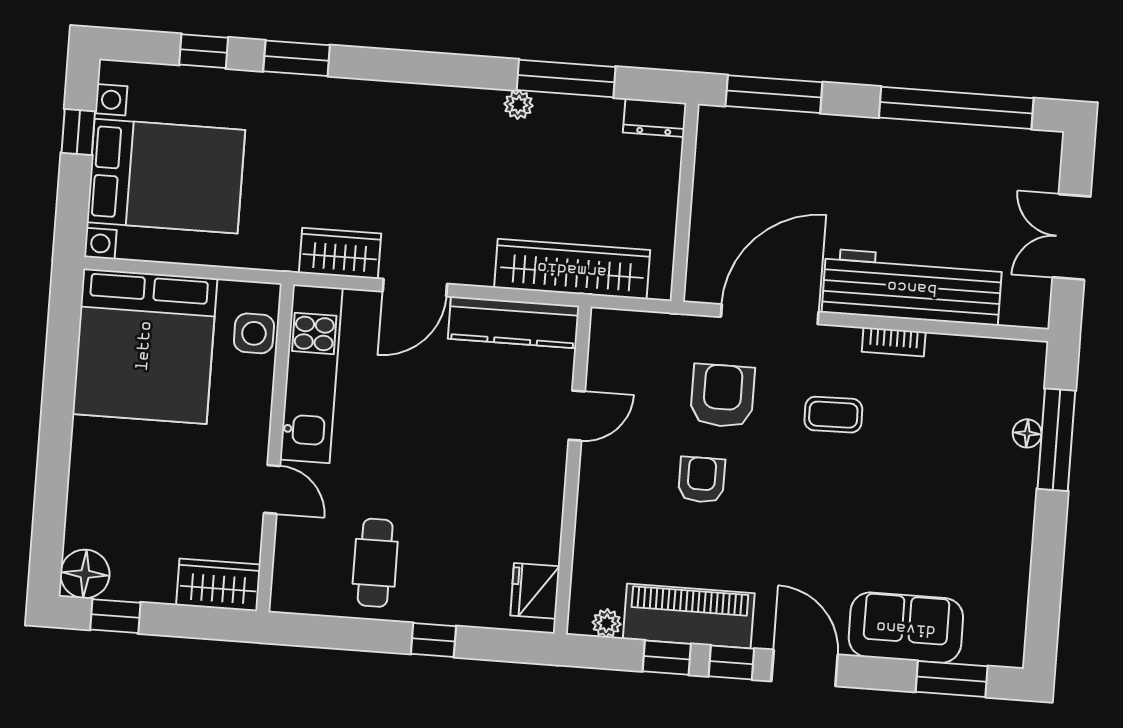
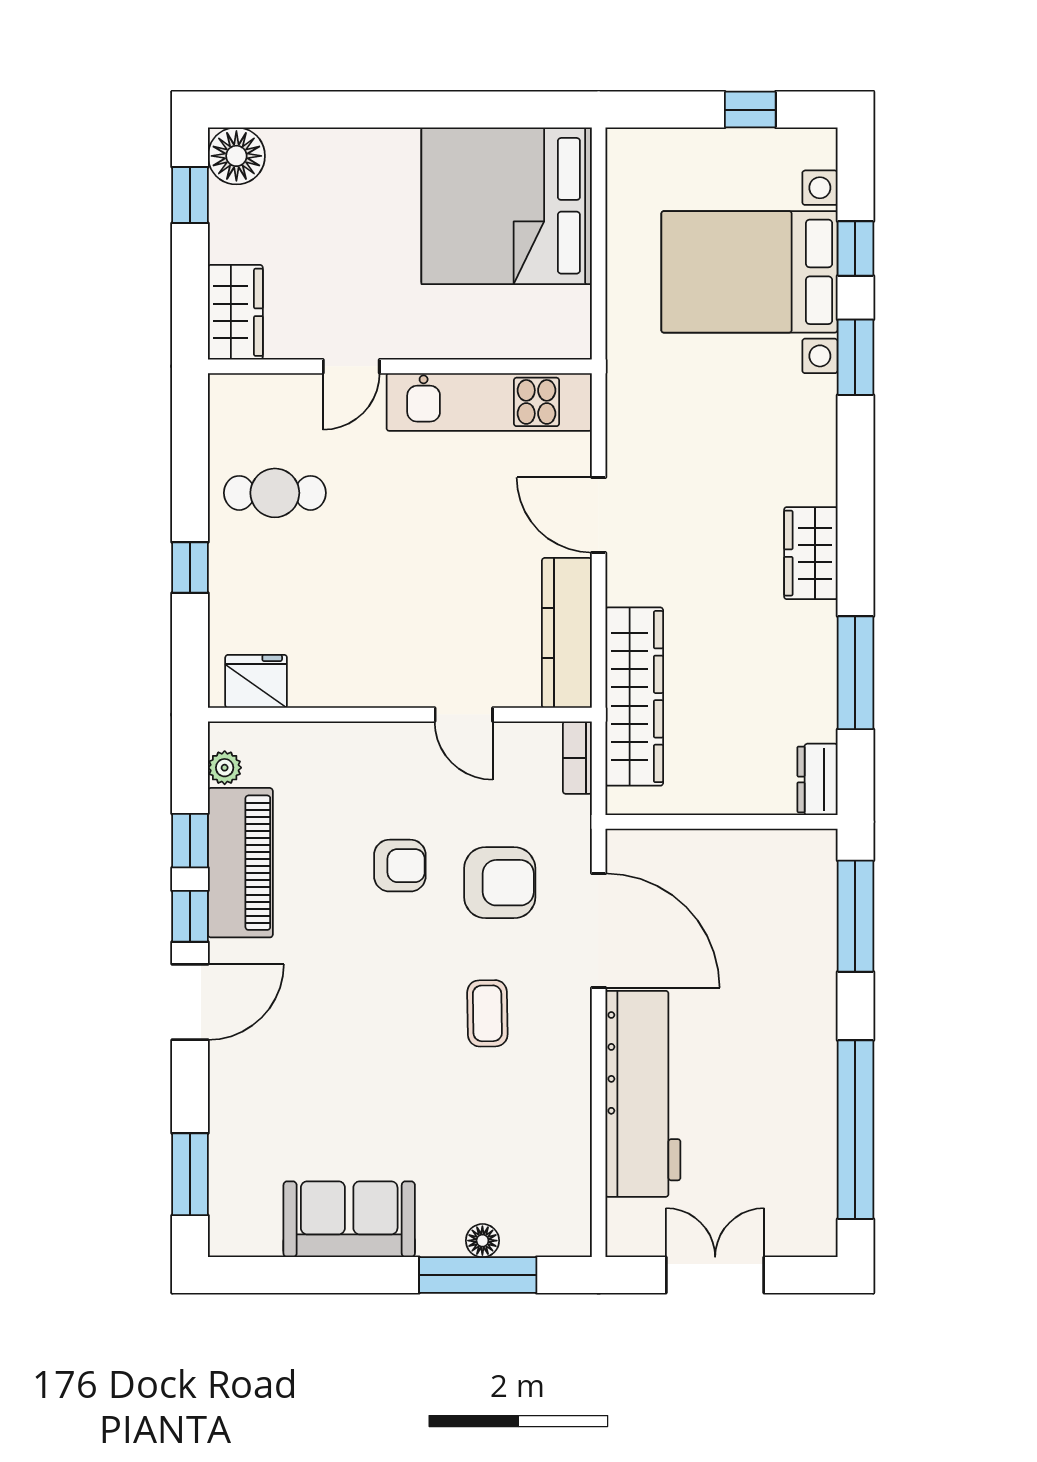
plant: (518, 105) -> (821, 620), removed
bed with nightstands: (166, 176) -> (749, 272), moved, turned 90
wardrobe: (340, 253) -> (811, 553), moved, turned 180
side table: (254, 333) -> (531, 332), removed
bookcase: (894, 342) -> (577, 758), moved
sofa: (906, 628) -> (349, 1219), moved, turned -90

